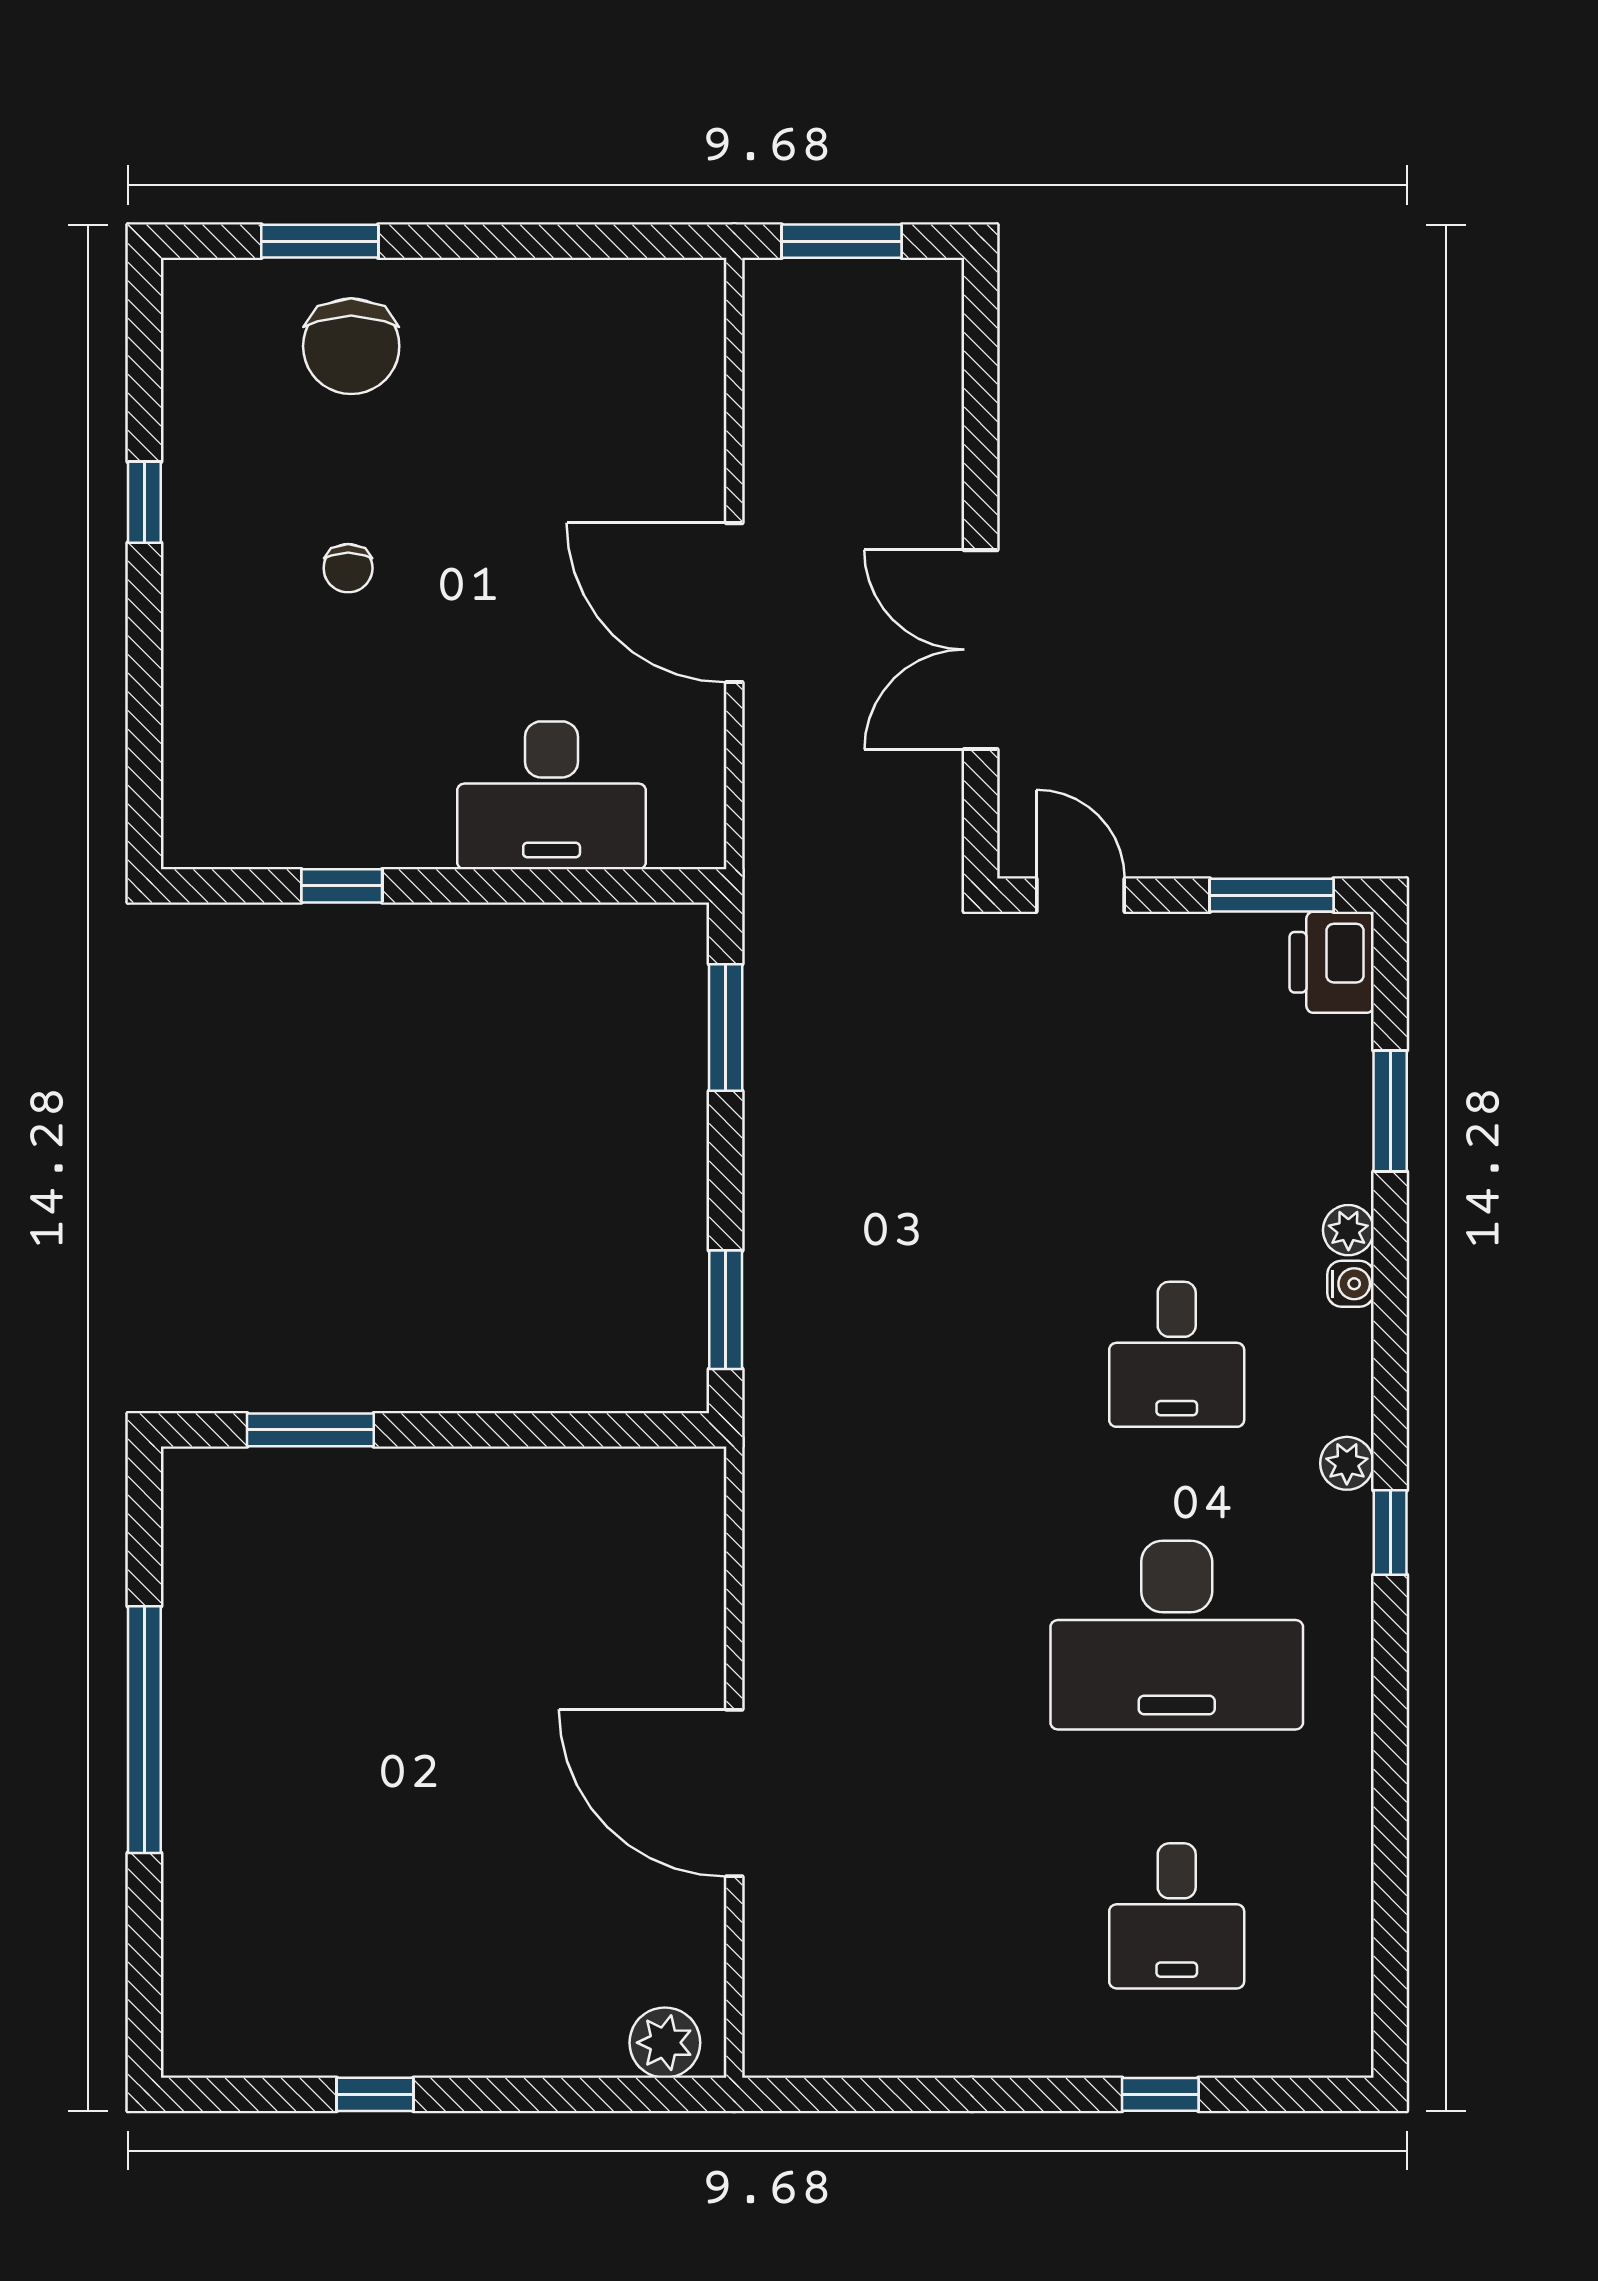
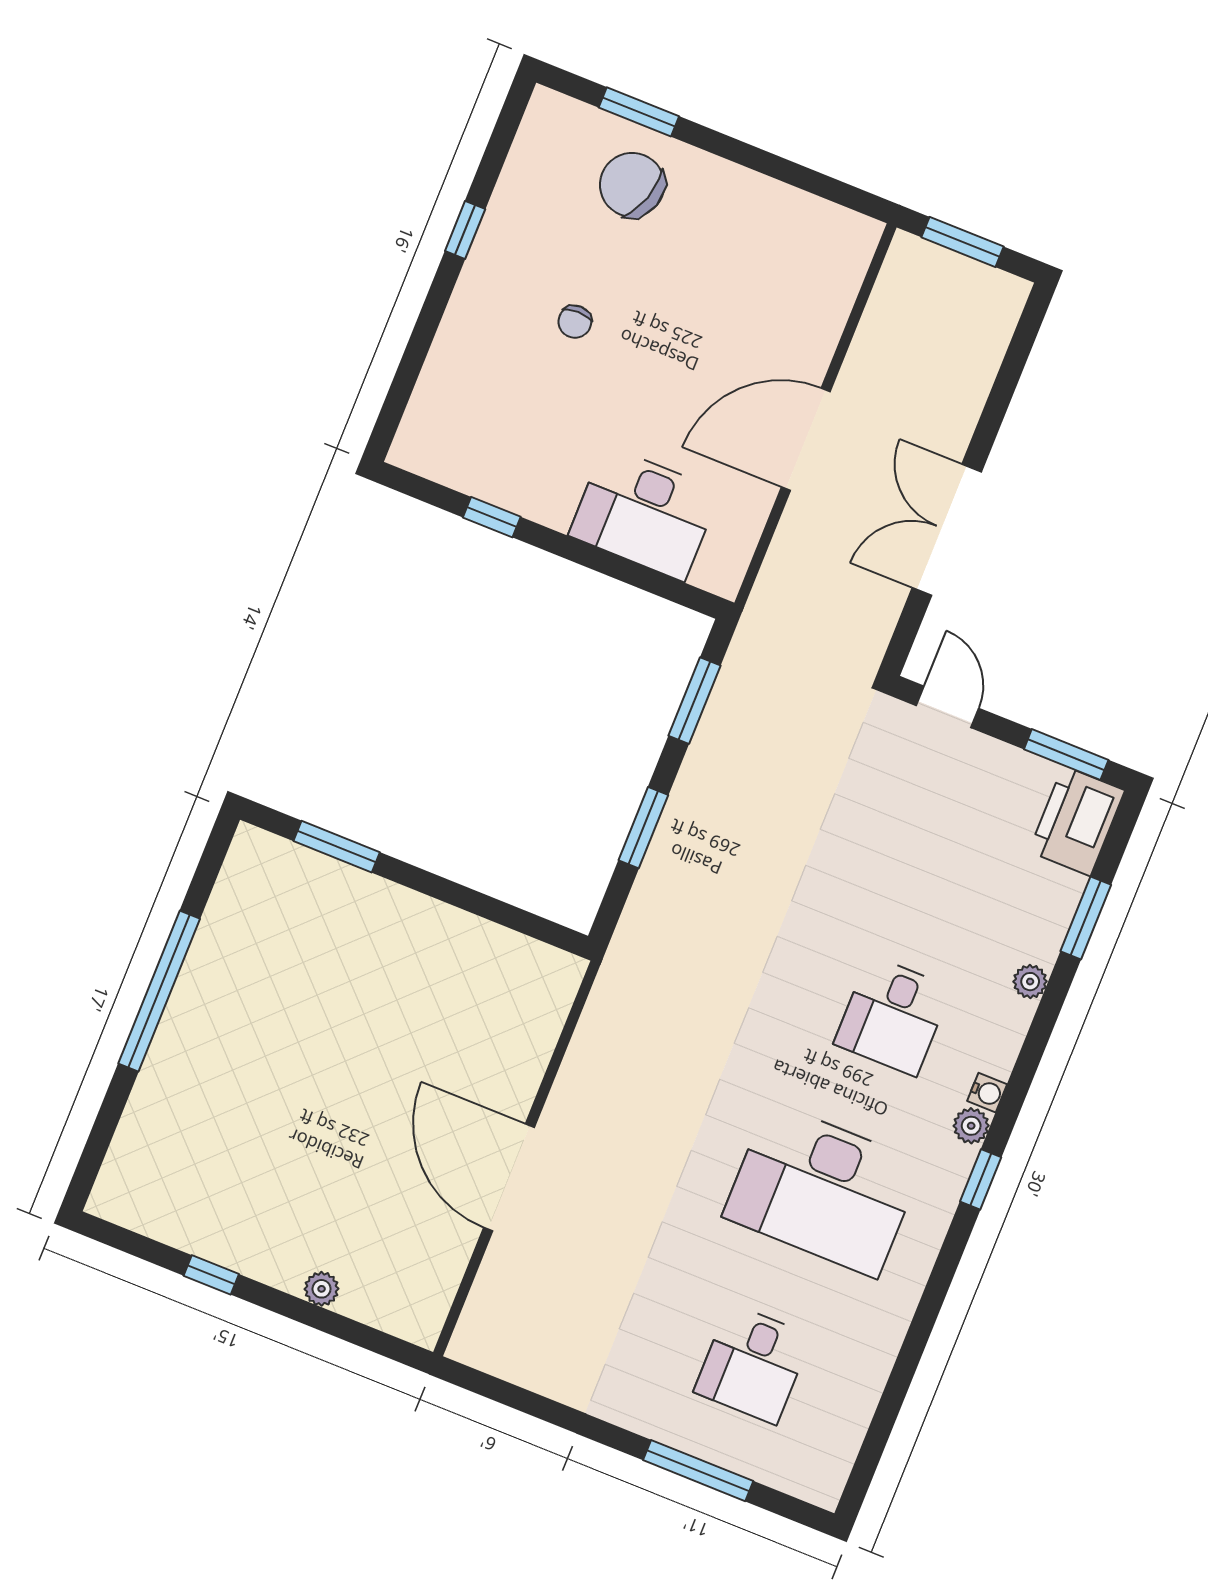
chair: (351, 346) -> (632, 185), turned 108
door: (734, 603) -> (806, 439), hinge flipped
printer: (1332, 962) -> (1077, 821), width x1.37, depth x1.19
water cooler: (1350, 1284) -> (987, 1093), moved
window: (726, 1310) -> (643, 828), moved
plant: (665, 2043) -> (322, 1289), moved, width x0.73, depth x0.73
window: (1160, 2094) -> (698, 1471), width x2.17

